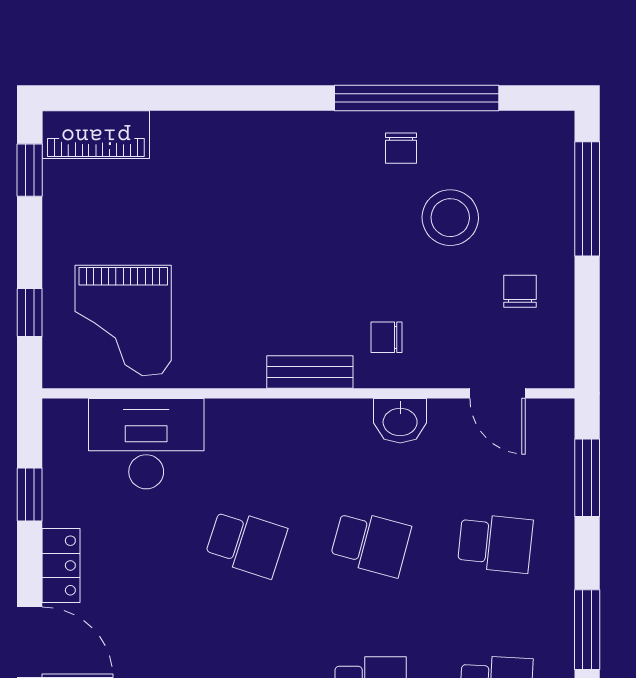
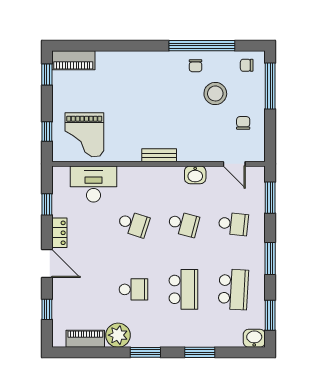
chair: (386, 337) -> (247, 65), moved

